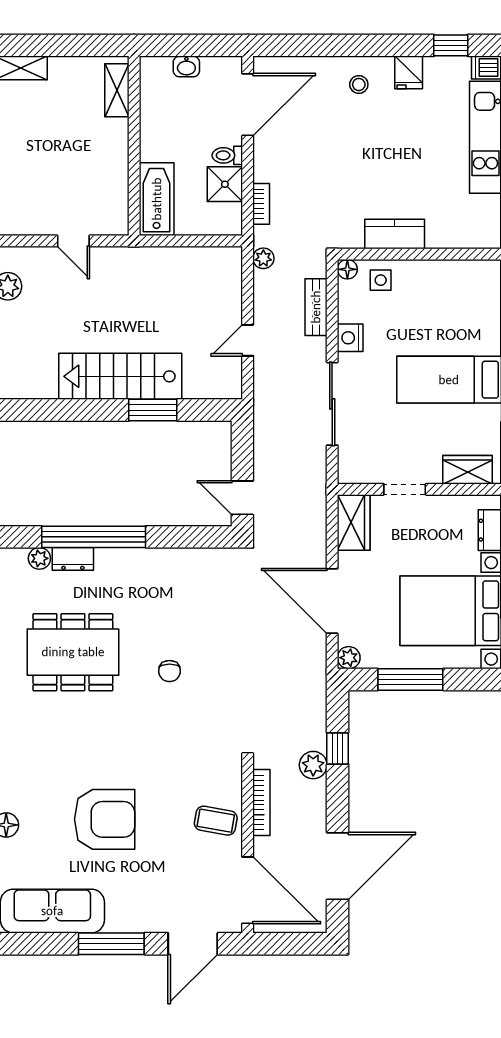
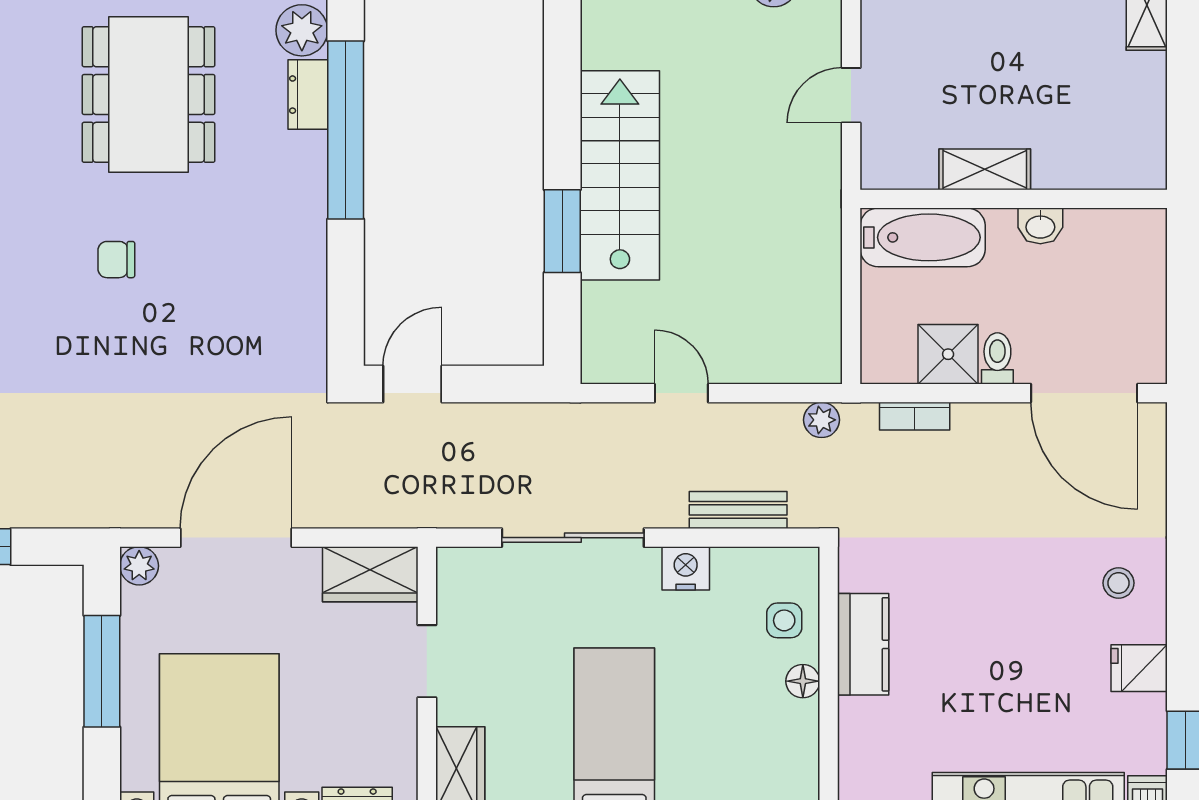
washbasin: (186, 66) -> (1040, 226), moved, turned -90
shelving: (117, 90) -> (985, 169), moved
floor lamp: (347, 269) -> (803, 681), moved
plant: (39, 558) -> (302, 30), width x1.38, depth x1.38

